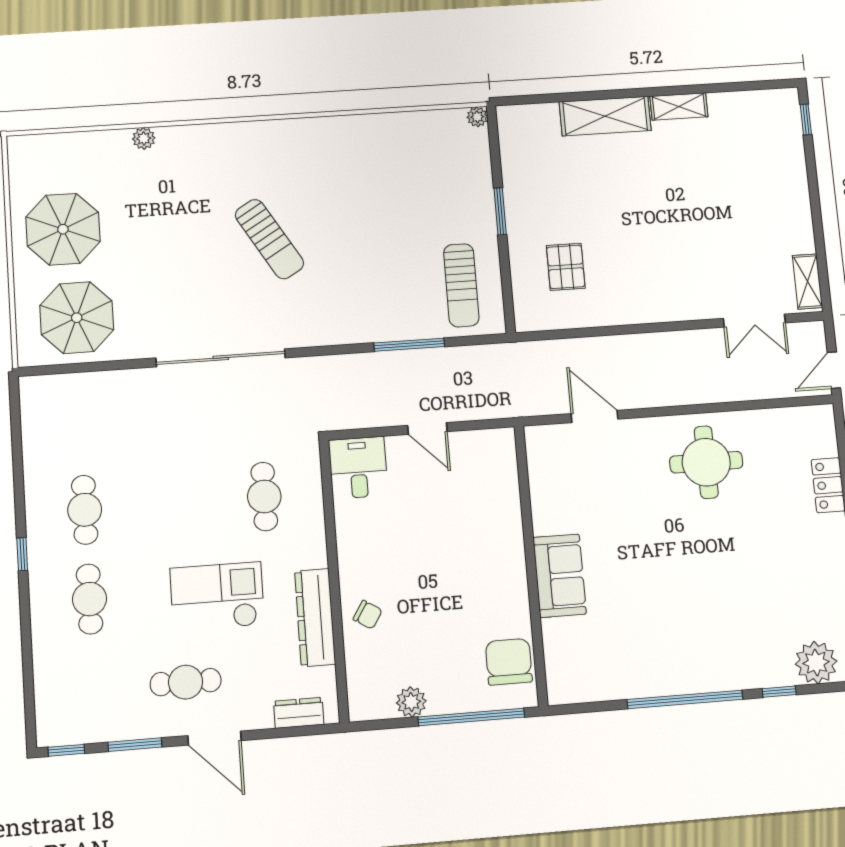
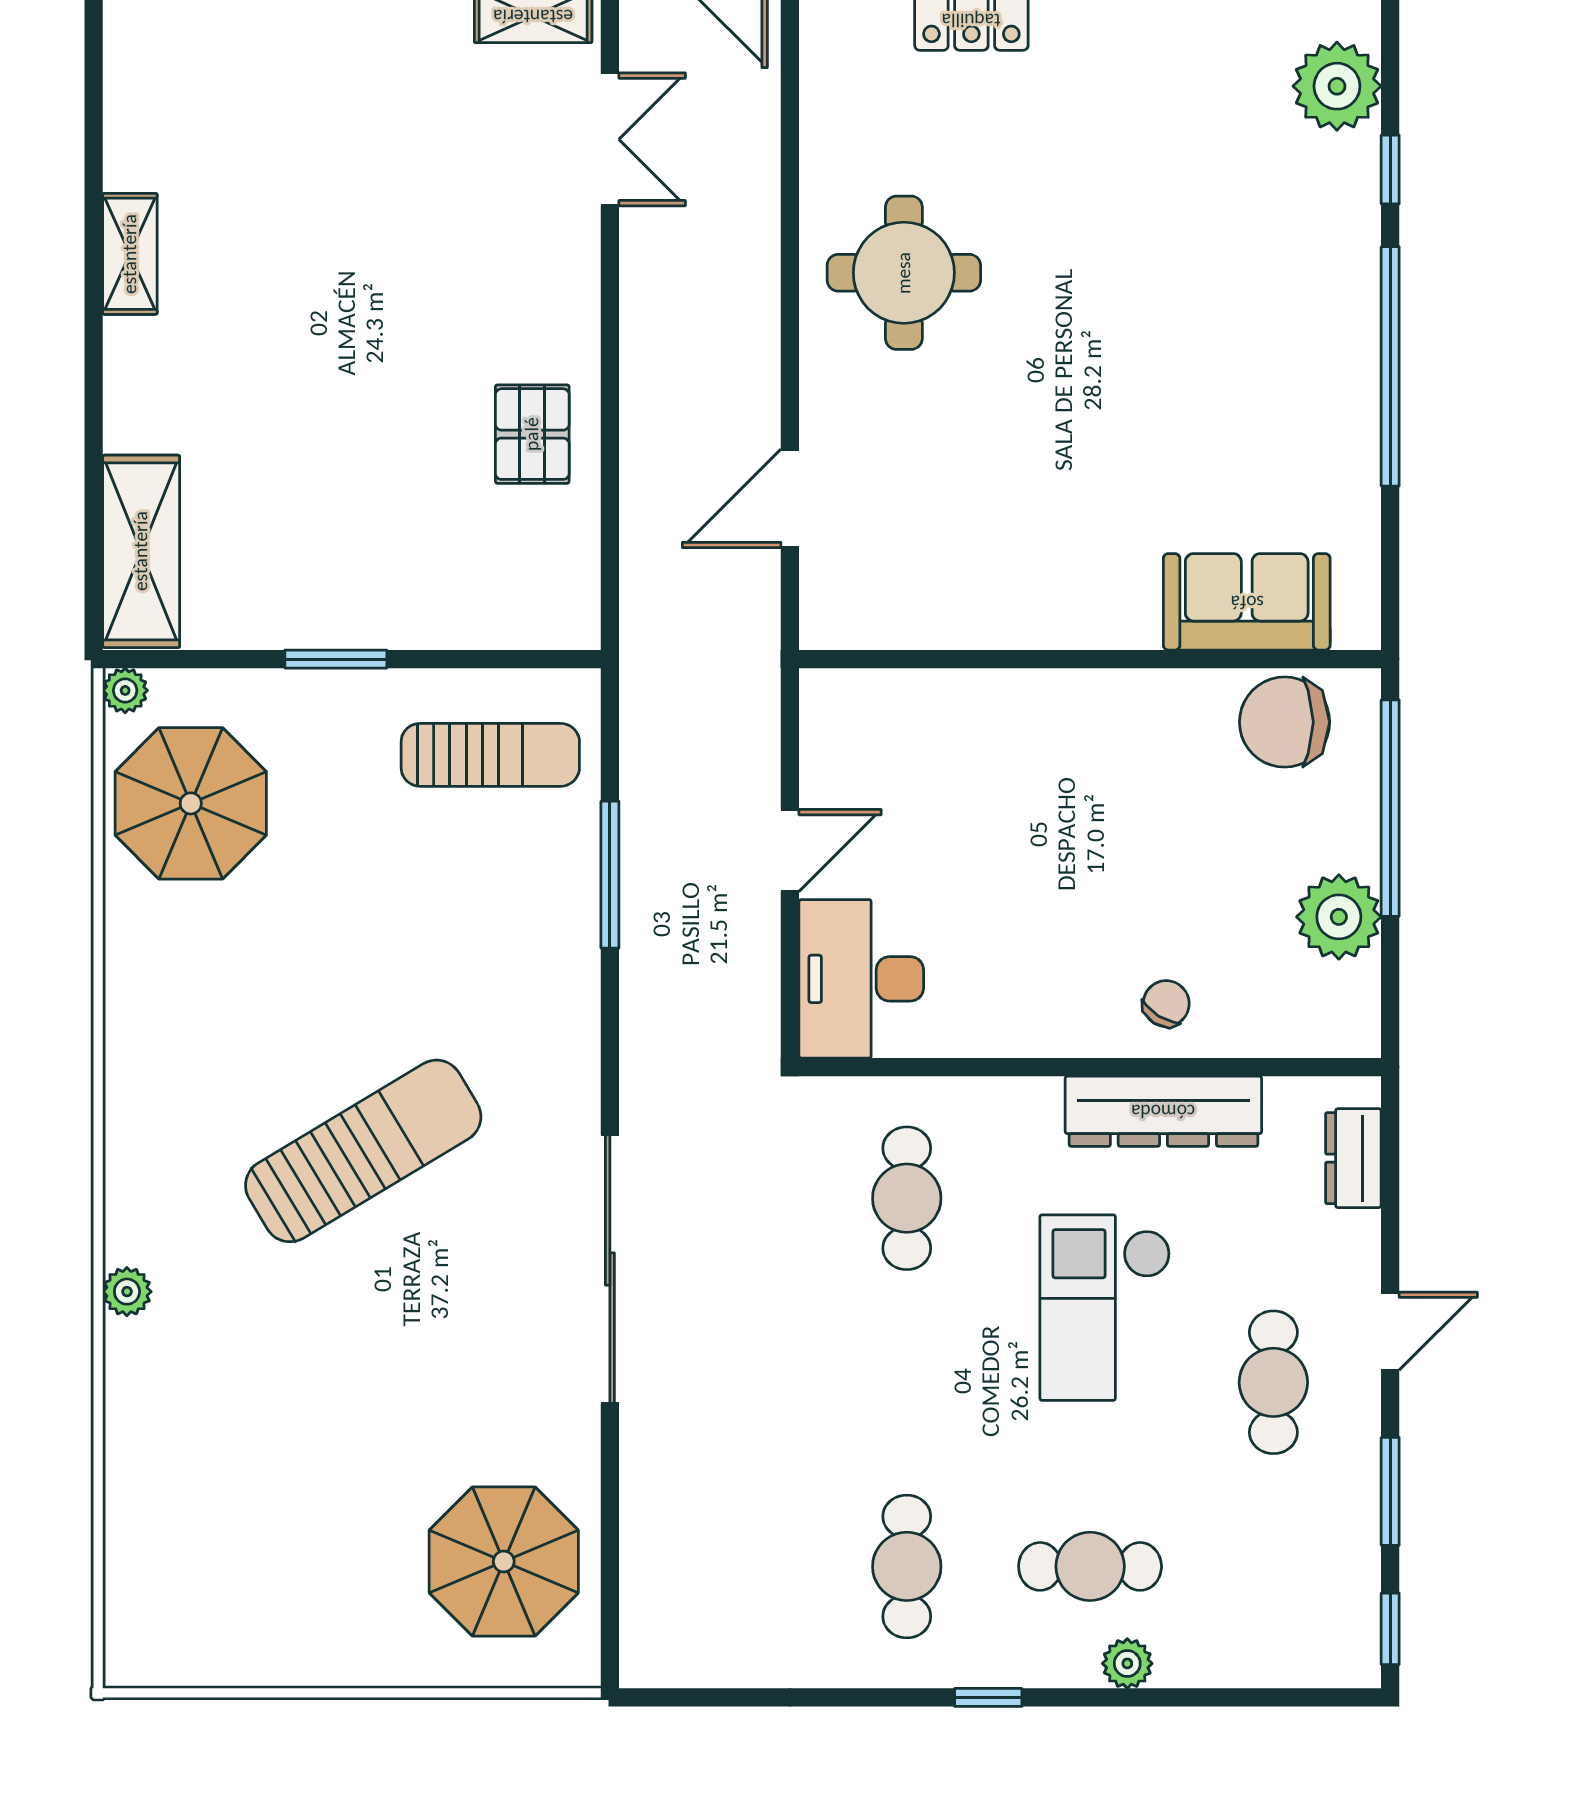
shelving: (605, 116) -> (141, 551), moved
plant: (144, 138) -> (127, 1292), moved
parasol: (63, 229) -> (191, 803), moved
sun lounger: (269, 239) -> (363, 1151), width x1.36, depth x1.34
pallet: (566, 267) -> (532, 434), moved, turned 90
desk: (358, 468) -> (861, 979), width x1.37
cafe table: (264, 496) -> (907, 1198), turned 90
cafe table: (85, 510) -> (907, 1566), turned 90
sofa: (560, 576) -> (1247, 602), moved
plant: (42, 621) -> (1127, 1663), added
plant: (411, 702) -> (1339, 917), width x1.36, depth x1.36
door: (214, 738) -> (1390, 1331), width x0.73

